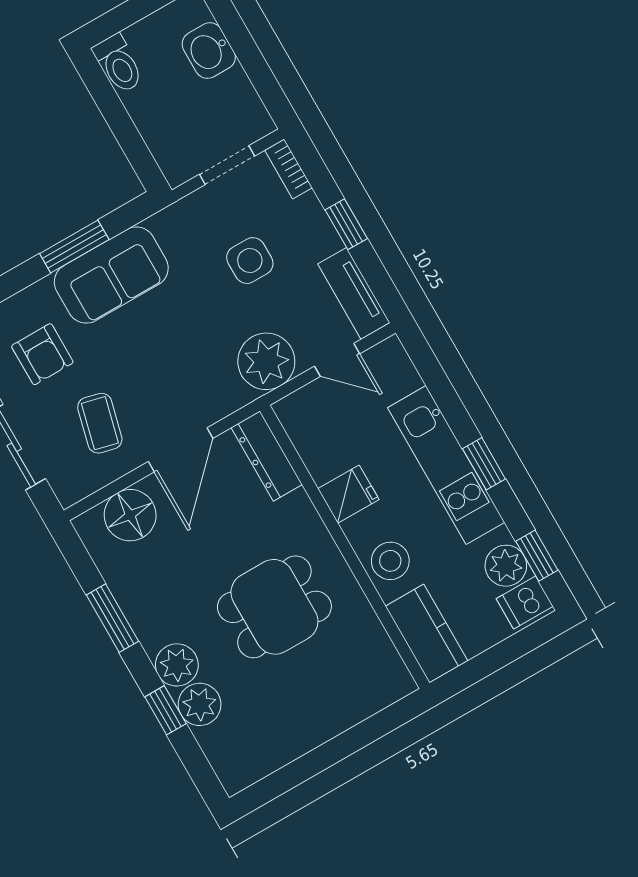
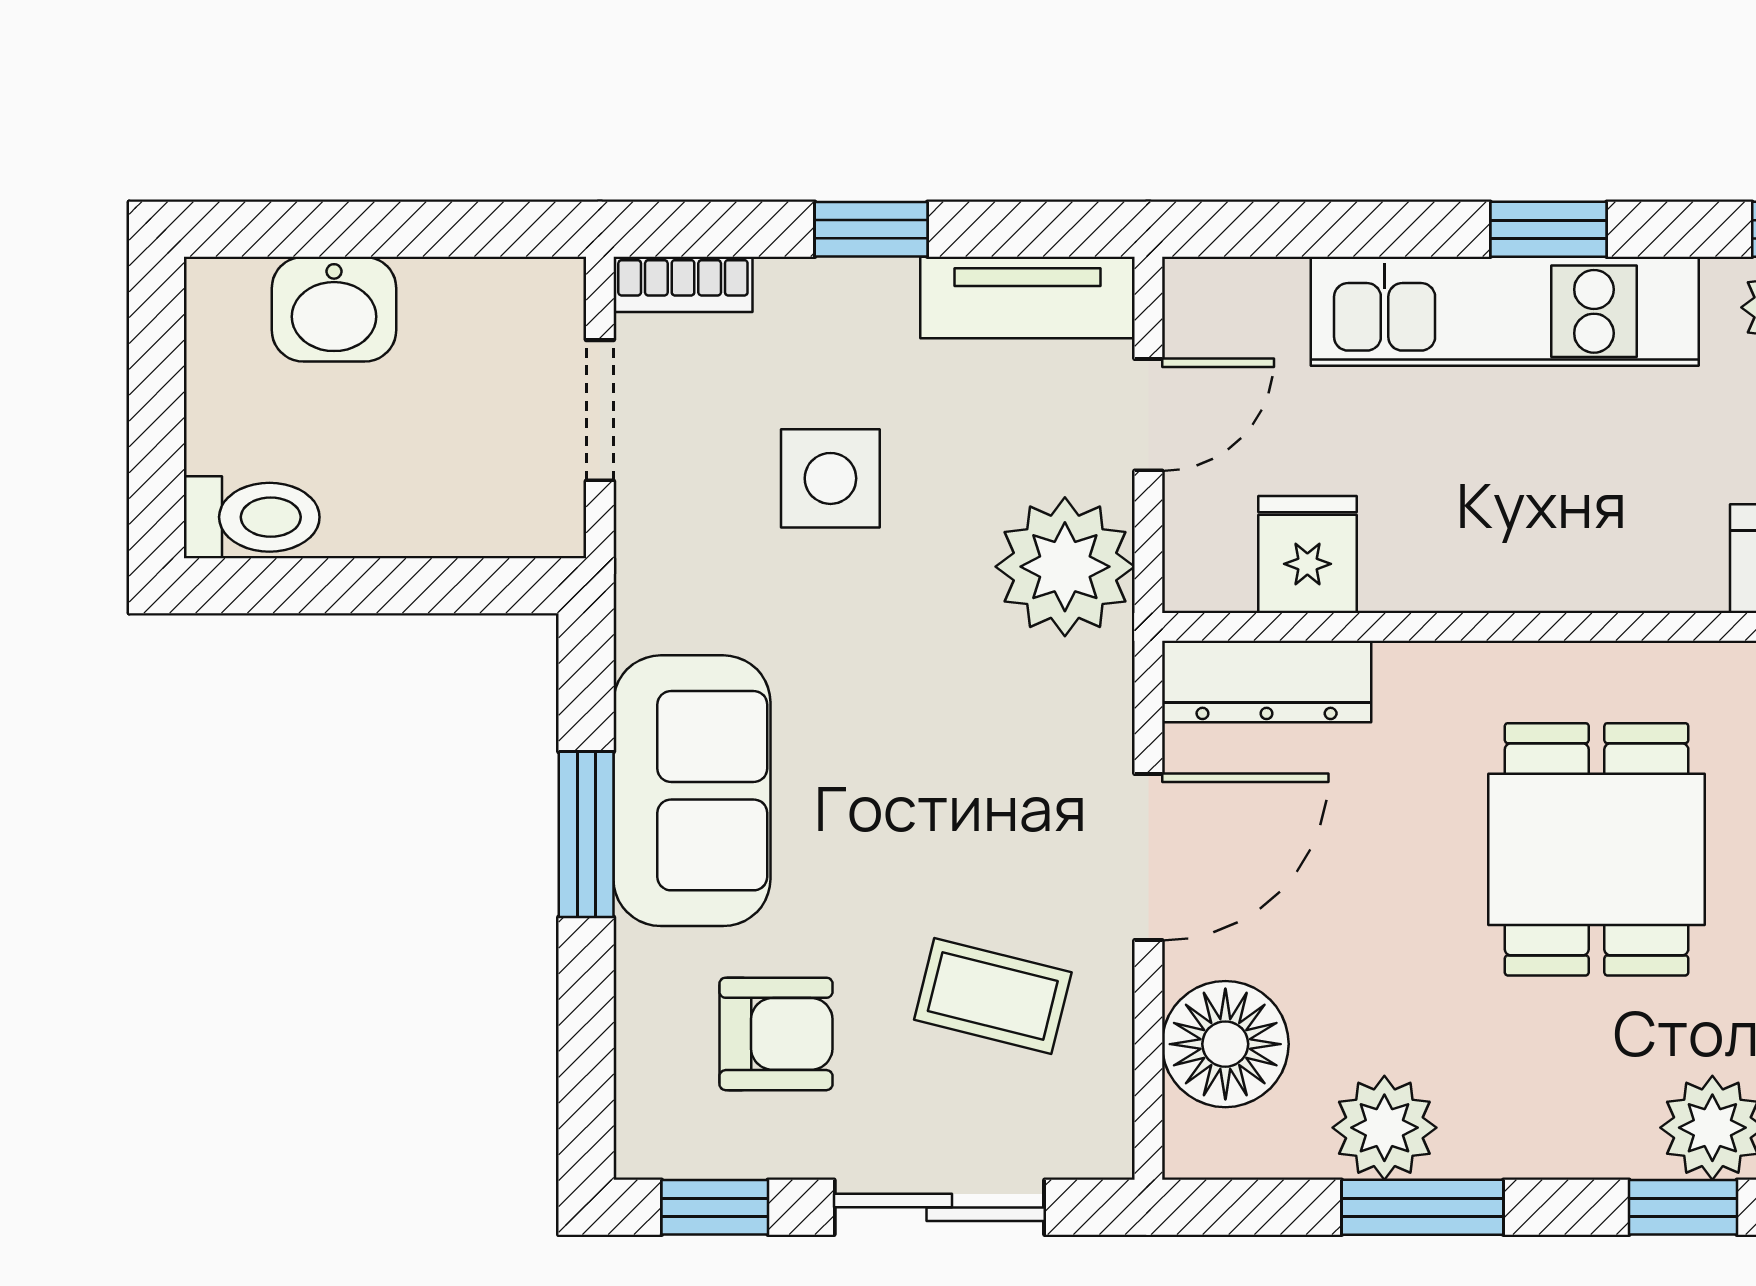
door: (181, 450) -> (1148, 857), hinge flipped
fridge: (348, 494) -> (1307, 555), moved
stool: (390, 561) -> (1640, 547), removed
plant: (177, 665) -> (1384, 1128), moved

